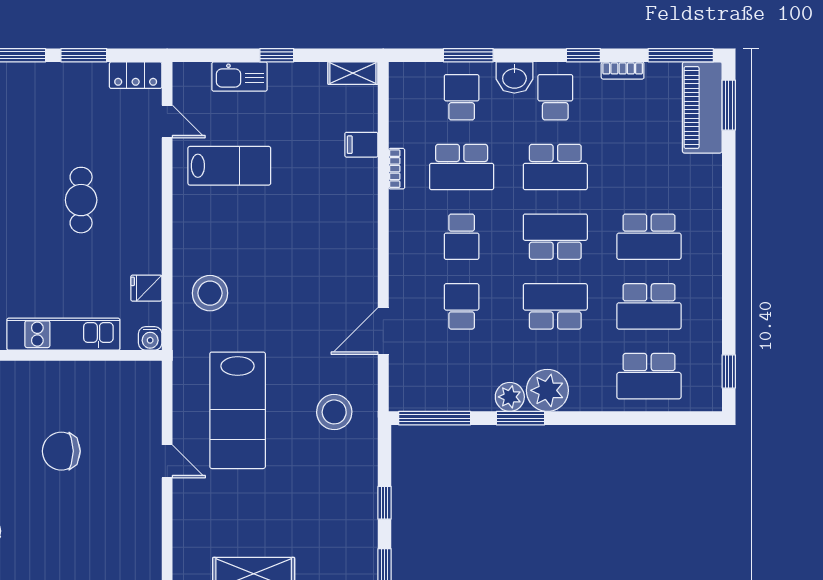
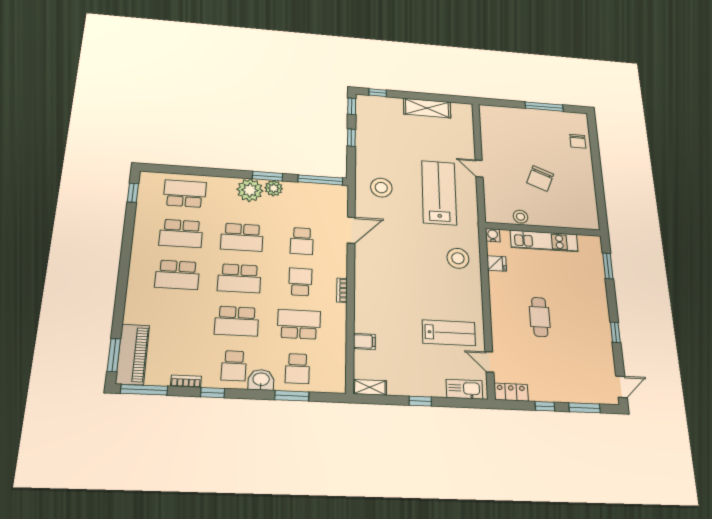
window: (84, 55) -> (545, 406), width x0.67
kitchen sink: (240, 77) -> (464, 389), moved
lab bench: (229, 166) -> (449, 333), turned 180
school desk: (555, 167) -> (237, 321), turned 180
bookcase: (397, 169) -> (342, 290), moved
school desk: (649, 237) -> (177, 275), turned 180
school desk: (649, 306) -> (181, 233), turned 180
stool: (101, 376) -> (520, 217), added
chair: (61, 451) -> (540, 178), turned 112

